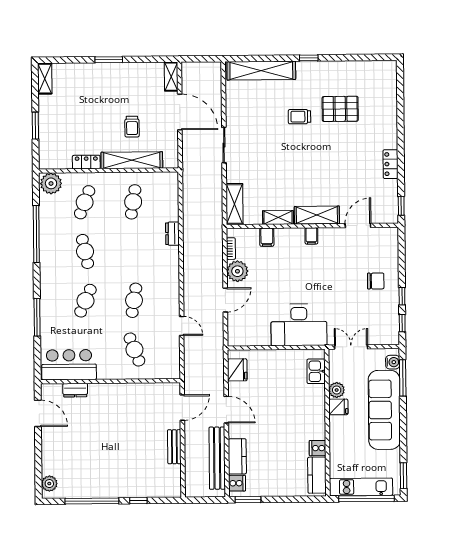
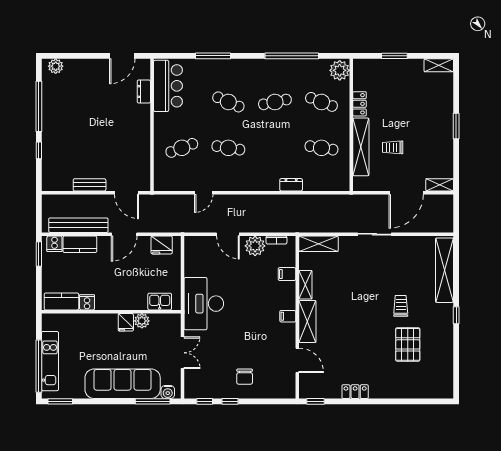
kitchen sink: (316, 371) -> (160, 302), moved
plant: (337, 390) -> (142, 321), moved
fridge: (338, 407) -> (126, 322), moved
wall: (327, 422) -> (111, 312), moved
cooker: (318, 448) -> (87, 302), moved
kitchen counter: (317, 475) -> (61, 301), moved

